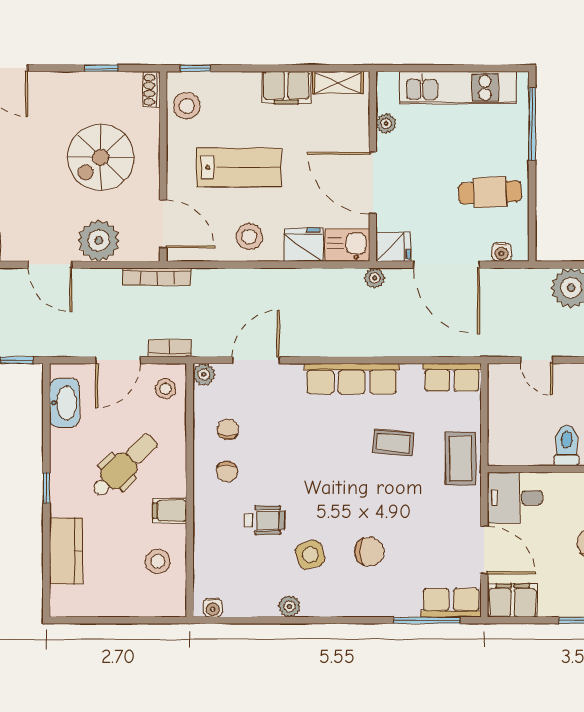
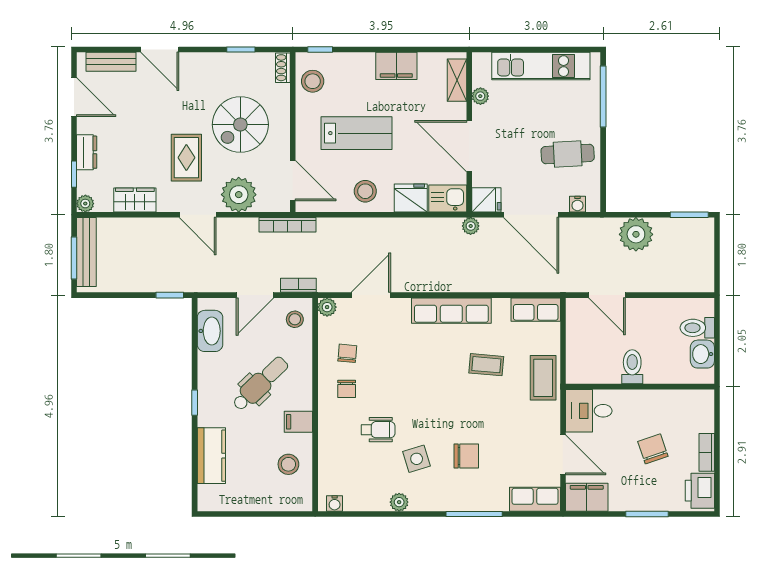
shelving: (338, 83) -> (457, 80), moved, turned 90
rug: (37, 197) -> (186, 158), added
door: (537, 360) -> (607, 295), width x1.38
window: (427, 620) -> (474, 514), moved

